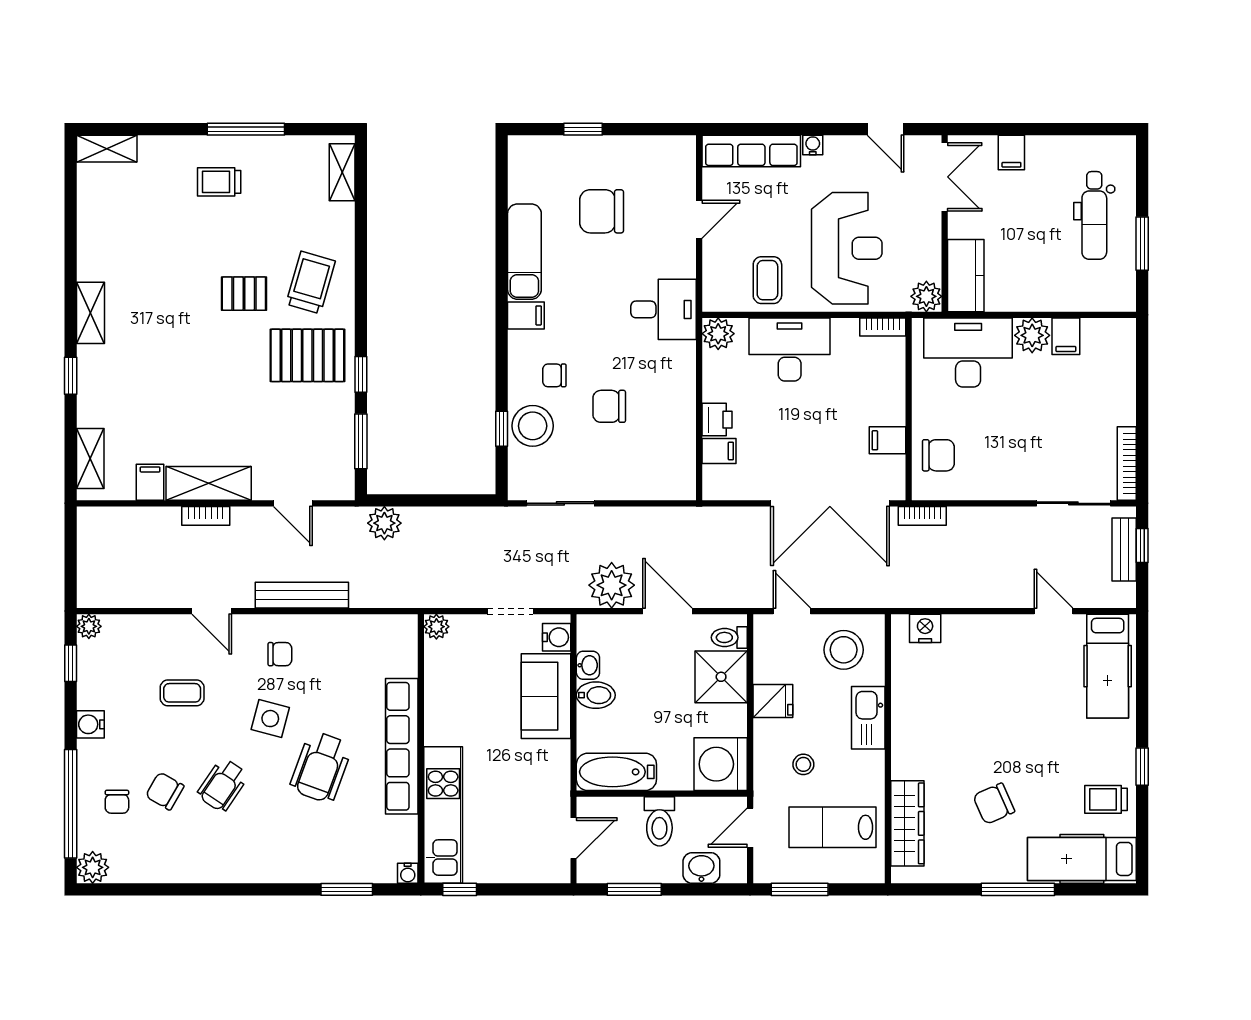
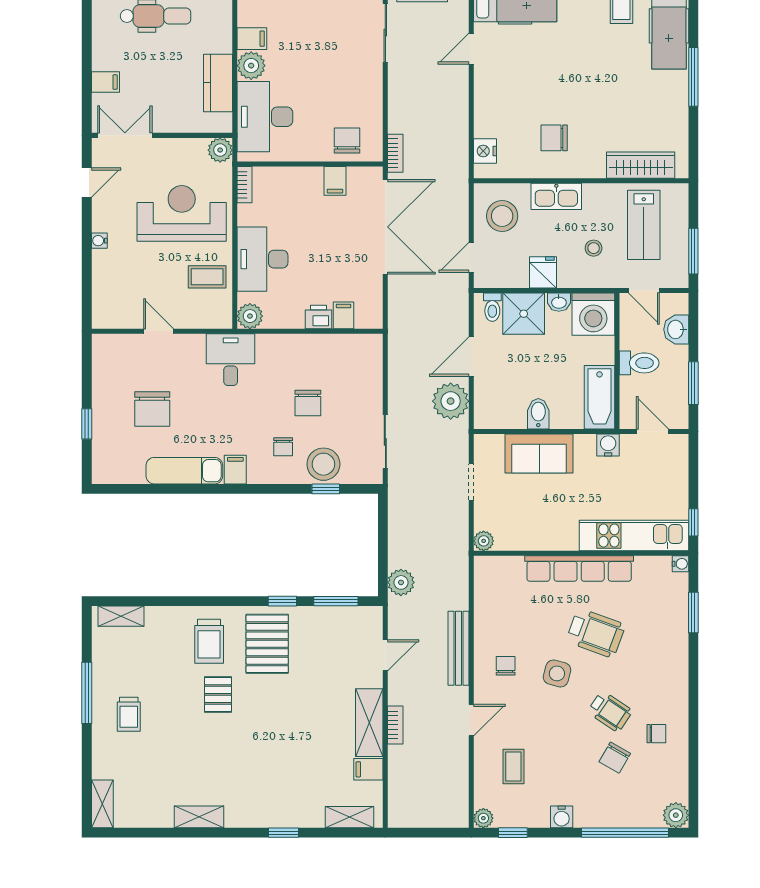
row of seats: (751, 151) -> (104, 290), removed
kitchen counter: (966, 276) -> (218, 83), moved, turned -90
trolley: (311, 282) -> (209, 641), turned -106
shelving: (90, 313) -> (199, 817), moved
water cooler: (557, 637) -> (608, 445), moved
washbasin: (588, 665) -> (559, 302), moved, turned 180
coffee table: (182, 693) -> (513, 767), moved
chair: (117, 802) -> (656, 734), moved
chair: (994, 804) -> (554, 138), moved, turned 114

